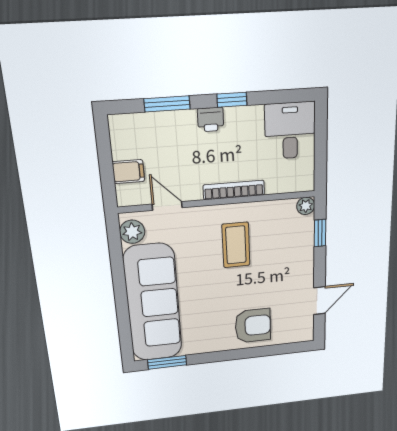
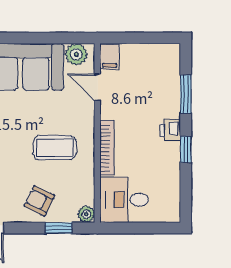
desk: (290, 131) -> (124, 200), moved, turned 180
filing cabinet: (128, 172) -> (110, 56), moved
door: (167, 206) -> (97, 87), swing flipped
armchair: (292, 255) -> (39, 201), added

